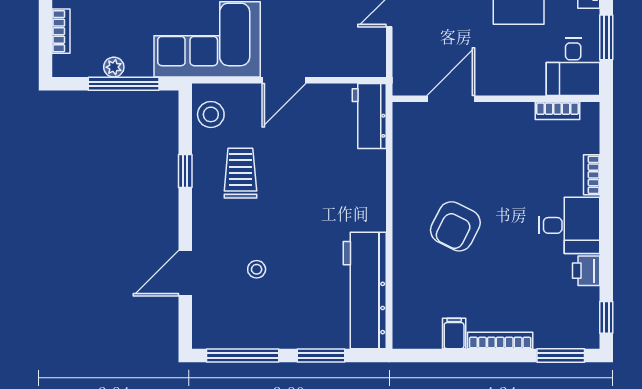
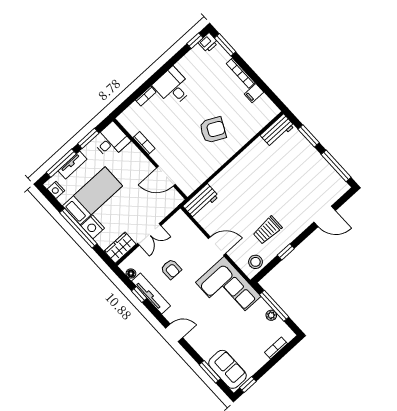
bookcase: (558, 111) -> (144, 143), moved
stool: (257, 269) -> (298, 191), removed
printer: (586, 271) -> (208, 43), moved
workbench: (365, 290) -> (277, 131), width x0.53, depth x0.76

